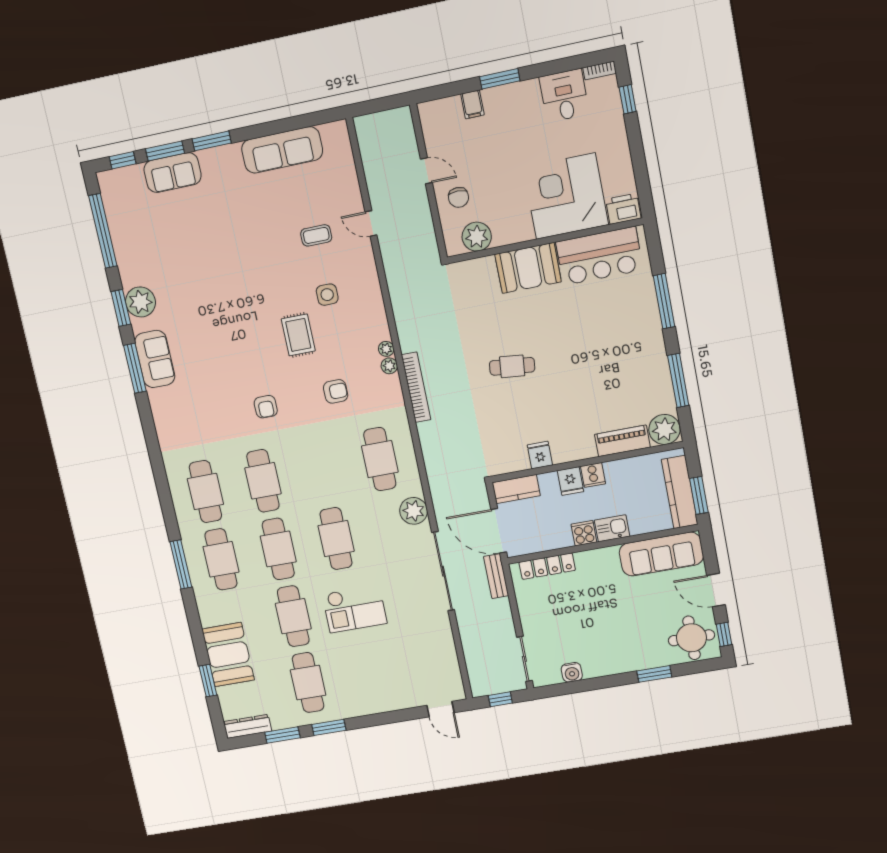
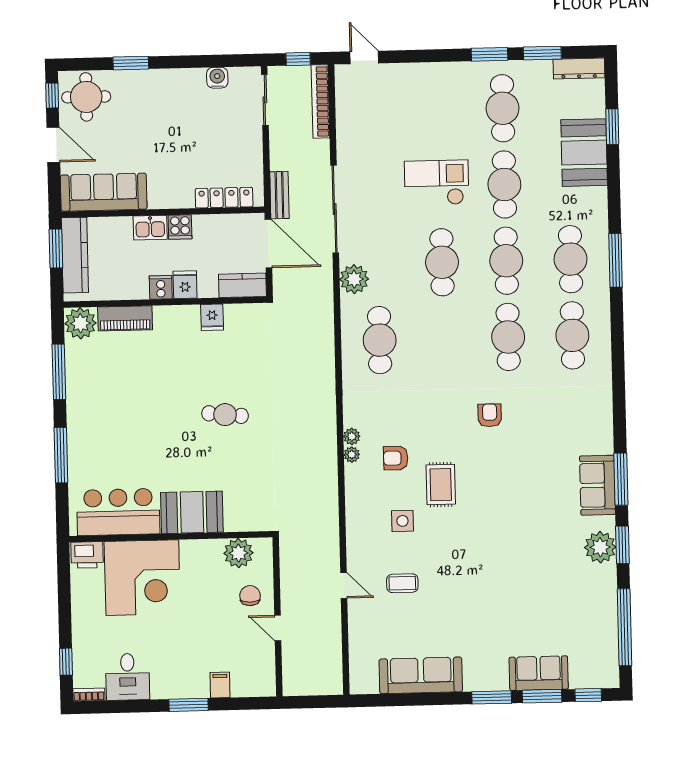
bookcase: (416, 387) -> (320, 101), moved
armchair: (336, 391) -> (396, 458), moved

